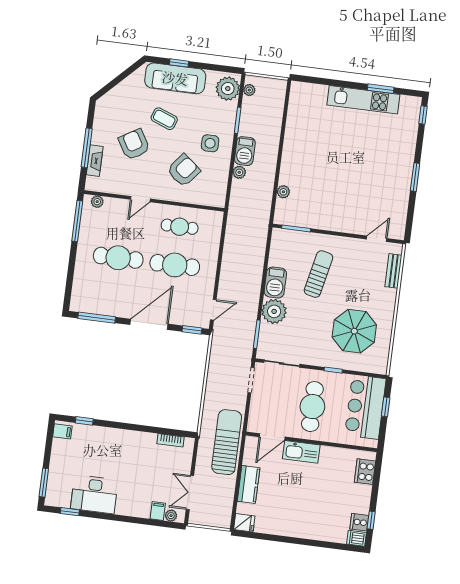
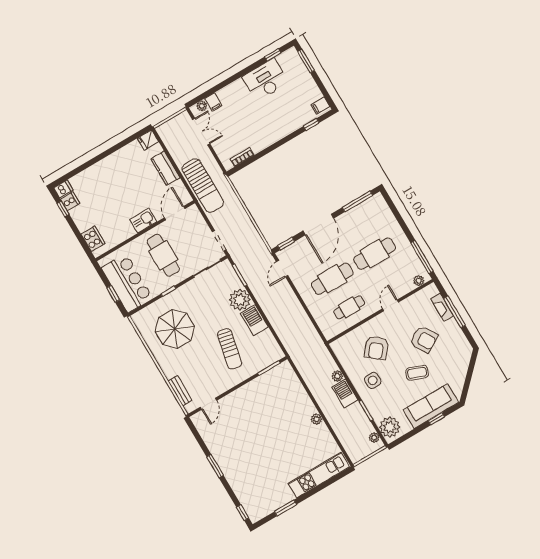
kitchen unit: (363, 100) -> (319, 475), moved
plant: (283, 192) -> (316, 419), moved
kitchen sink: (301, 452) -> (143, 221), width x0.73

